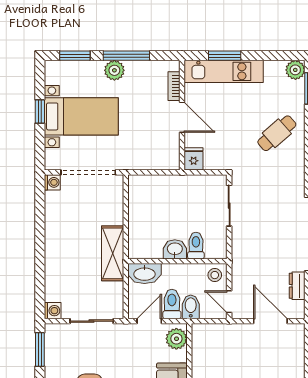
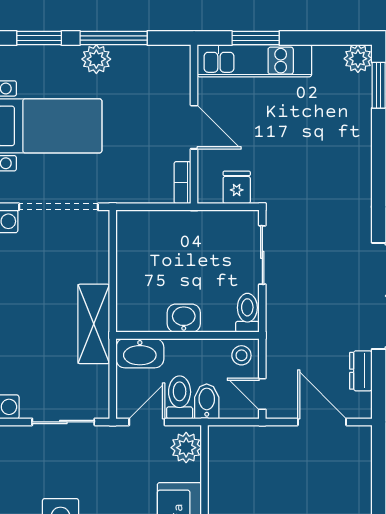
bookcase: (174, 86) -> (182, 183), moved
cafe table: (277, 133) -> (331, 150), removed
fridge: (194, 159) -> (237, 187), moved
toilet: (196, 246) -> (247, 313), moved

